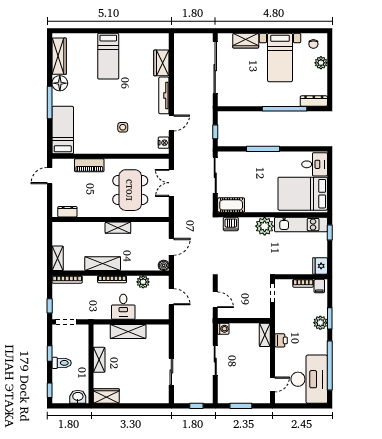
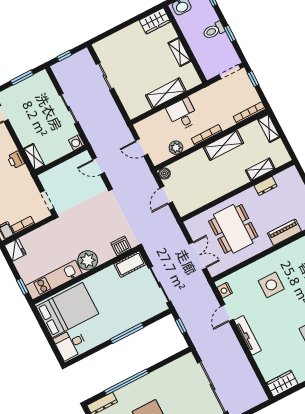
wardrobe: (161, 63) -> (282, 384), moved, turned -90
side table: (123, 127) -> (271, 285), width x1.87, depth x1.87
dresser: (67, 212) -> (266, 186), moved
shelving: (118, 228) -> (260, 169), moved

